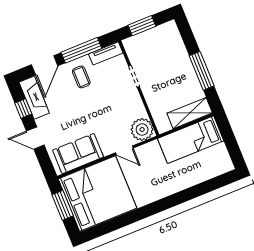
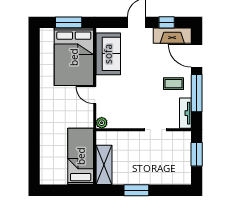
window: (202, 71) -> (136, 190), width x0.69
plant: (142, 129) -> (102, 123), width x0.53, depth x0.53
door: (124, 150) -> (95, 95), hinge flipped
bed: (97, 193) -> (74, 57), width x0.73

